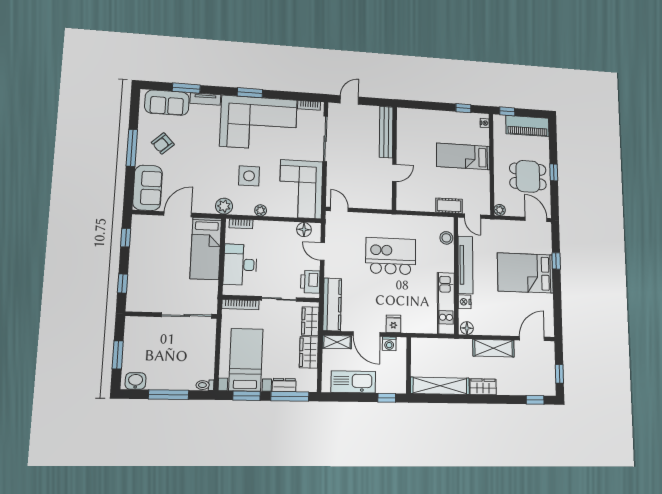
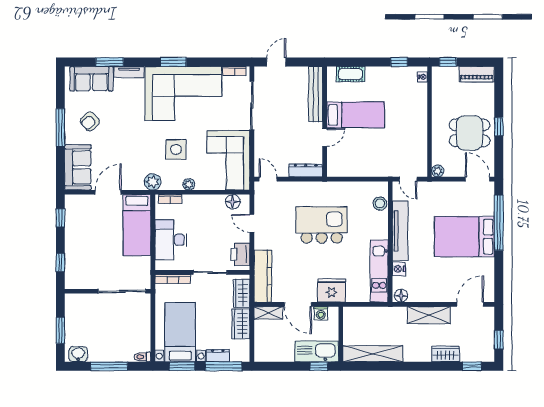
piano: (527, 126) -> (477, 74), width x0.73, depth x0.75
bed: (463, 156) -> (356, 115), moved, turned 180
dresser: (376, 203) -> (306, 170), added
cot: (449, 206) -> (351, 74), moved
window: (556, 261) -> (499, 223), width x3.17
fridge: (393, 324) -> (332, 290), width x1.88, depth x1.34
kitchen sink: (353, 382) -> (317, 351), moved
wardrobe: (483, 387) -> (446, 354), moved

